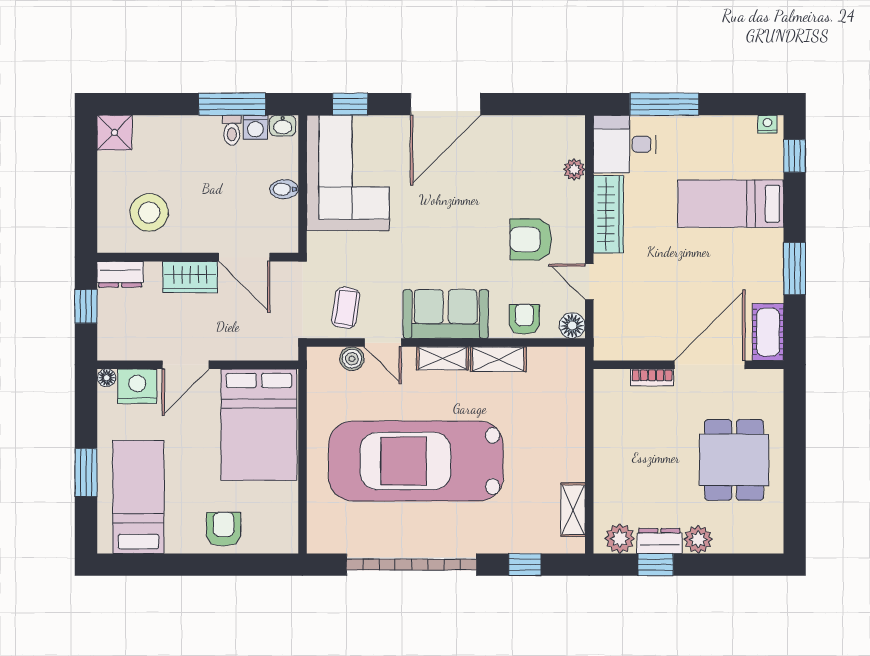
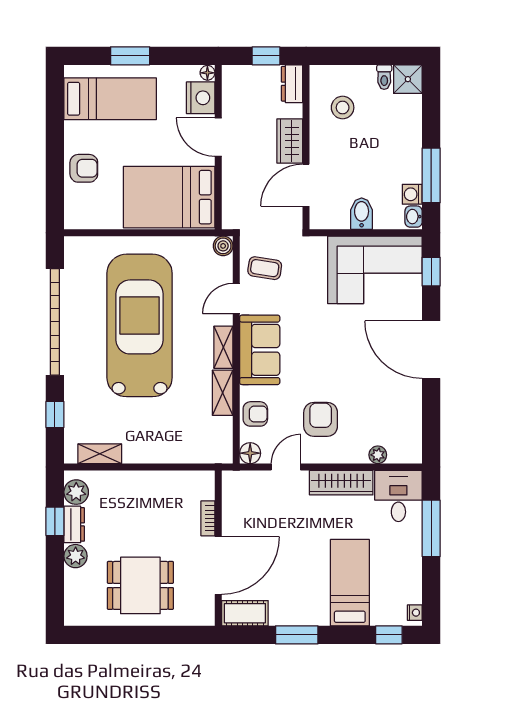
toilet: (232, 130) -> (384, 77), moved, turned -90
bidet: (284, 189) -> (362, 214), width x1.38, depth x1.36
stool: (149, 213) -> (343, 108), width x0.73, depth x0.73
boiler: (352, 359) -> (223, 246), moved
door: (710, 365) -> (218, 565), hinge flipped

